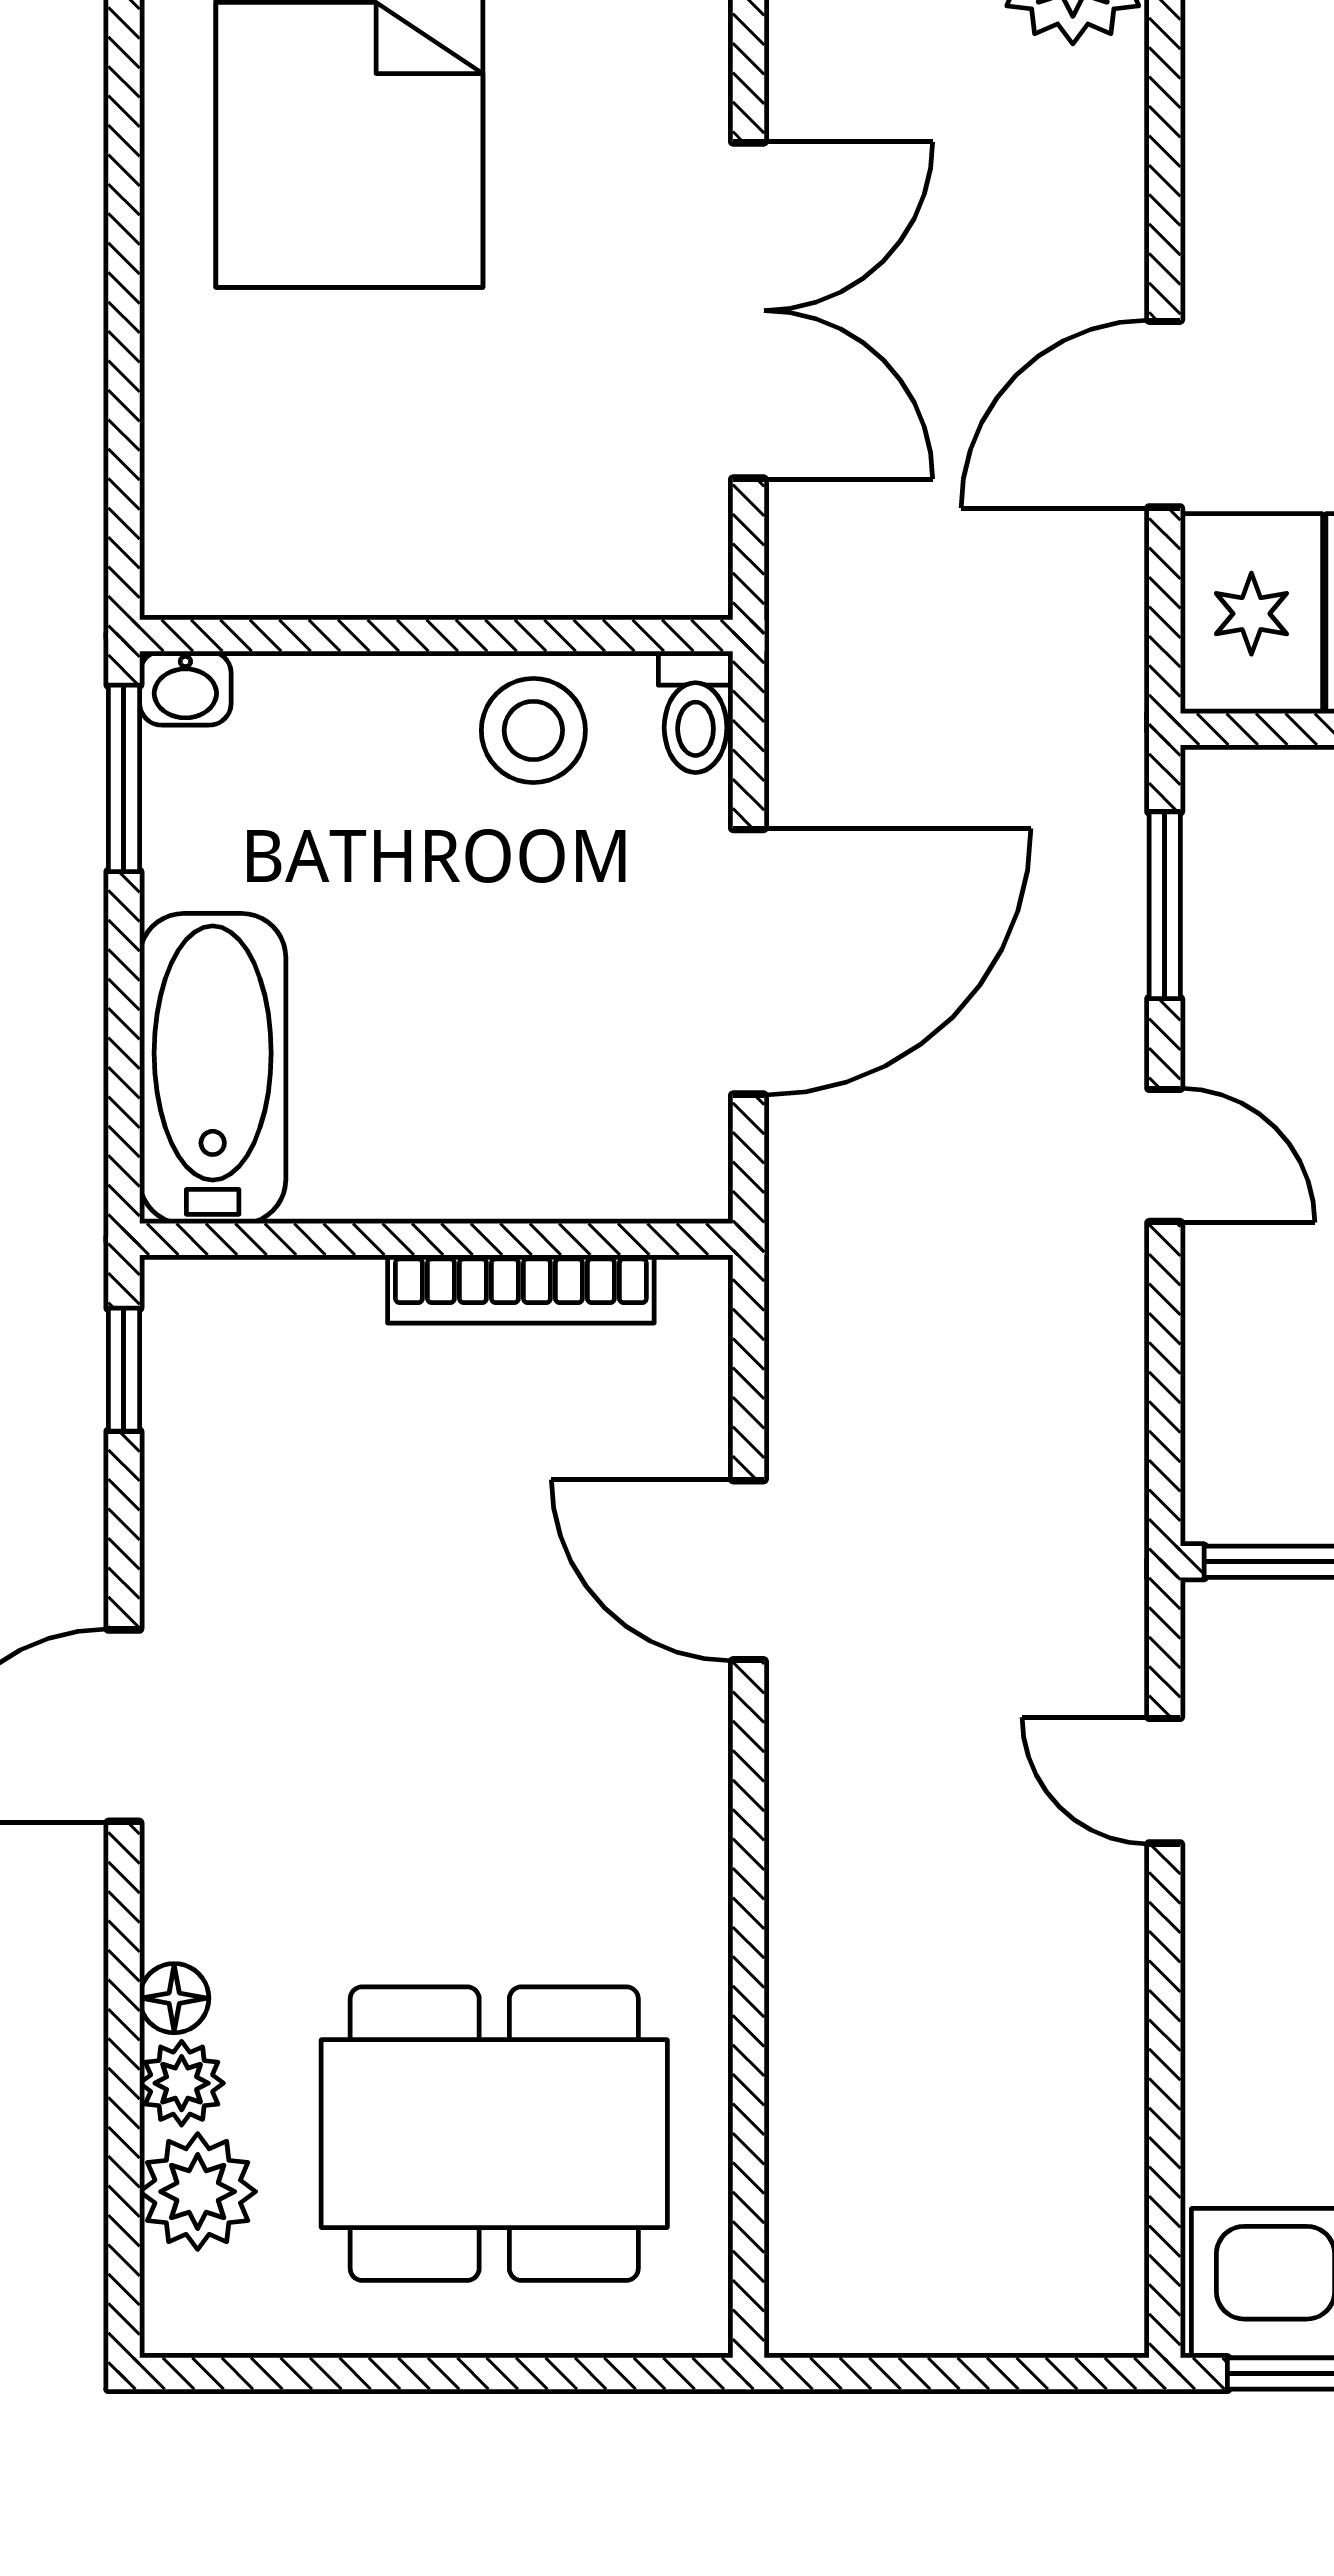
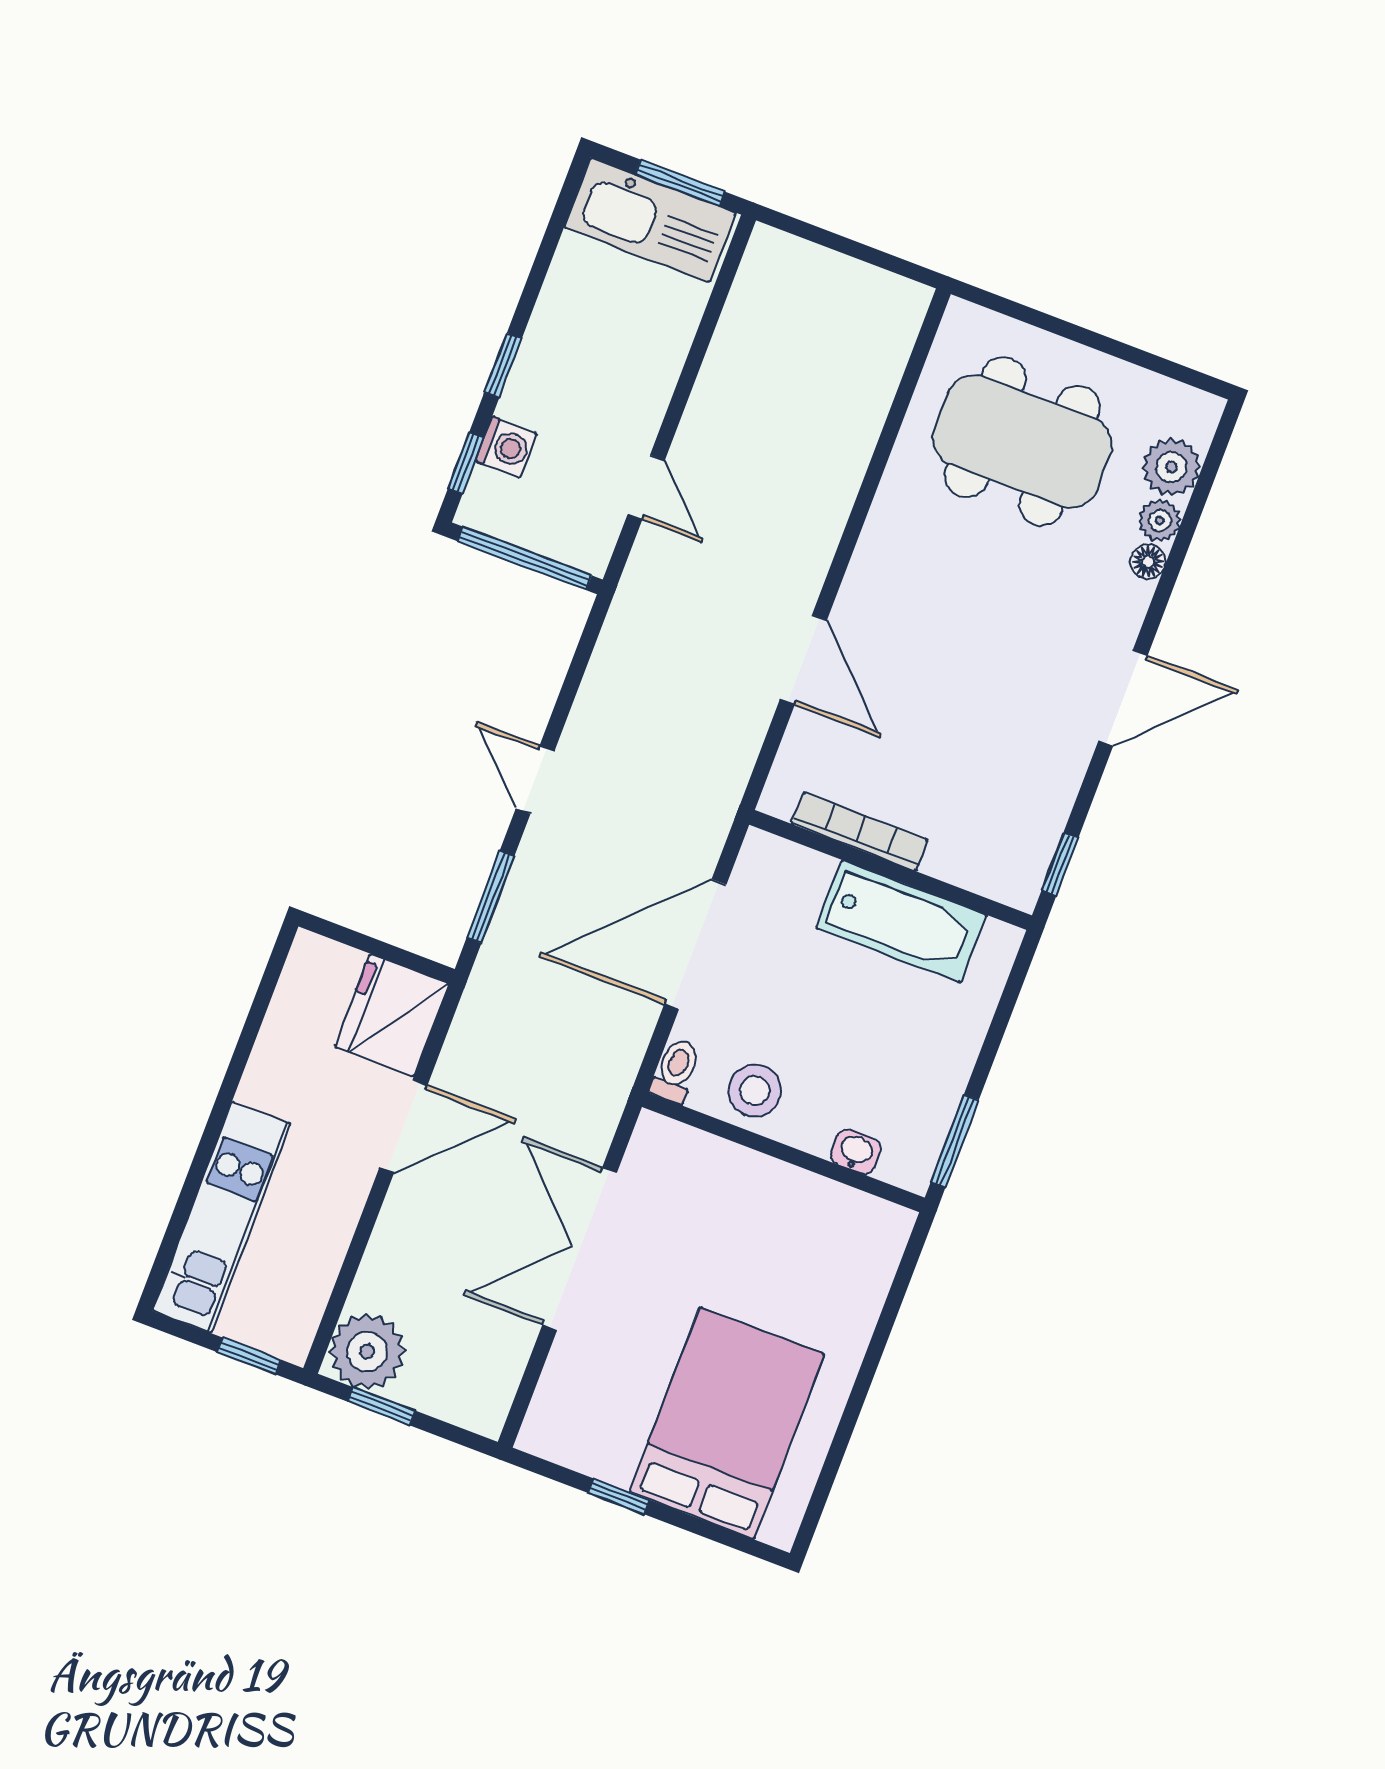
washbasin: (185, 688) -> (856, 1152), moved
bathtub: (213, 1069) -> (901, 922), moved, turned -90

